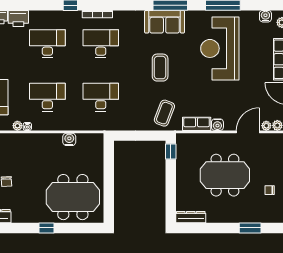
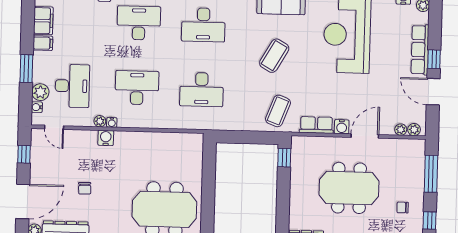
desk: (101, 44) -> (203, 25), turned 180
coffee table: (160, 68) -> (274, 56), turned 30
desk: (101, 97) -> (202, 90), turned 180
door: (248, 132) -> (365, 136), moved
water cooler: (69, 139) -> (106, 138), moved

